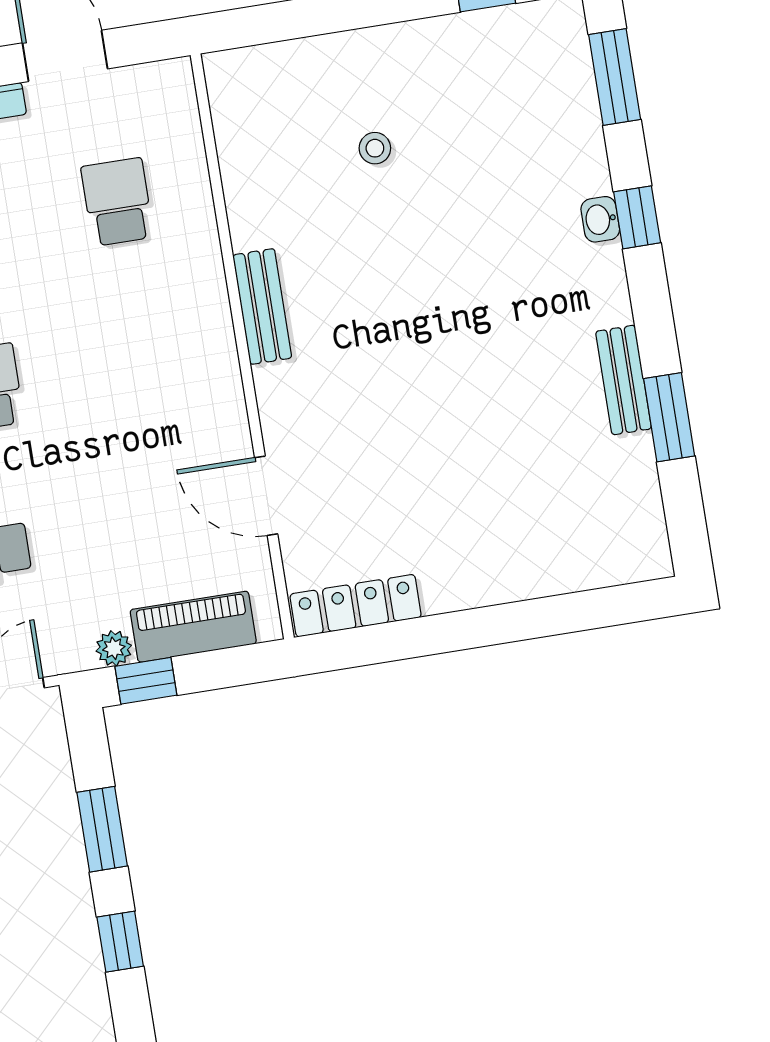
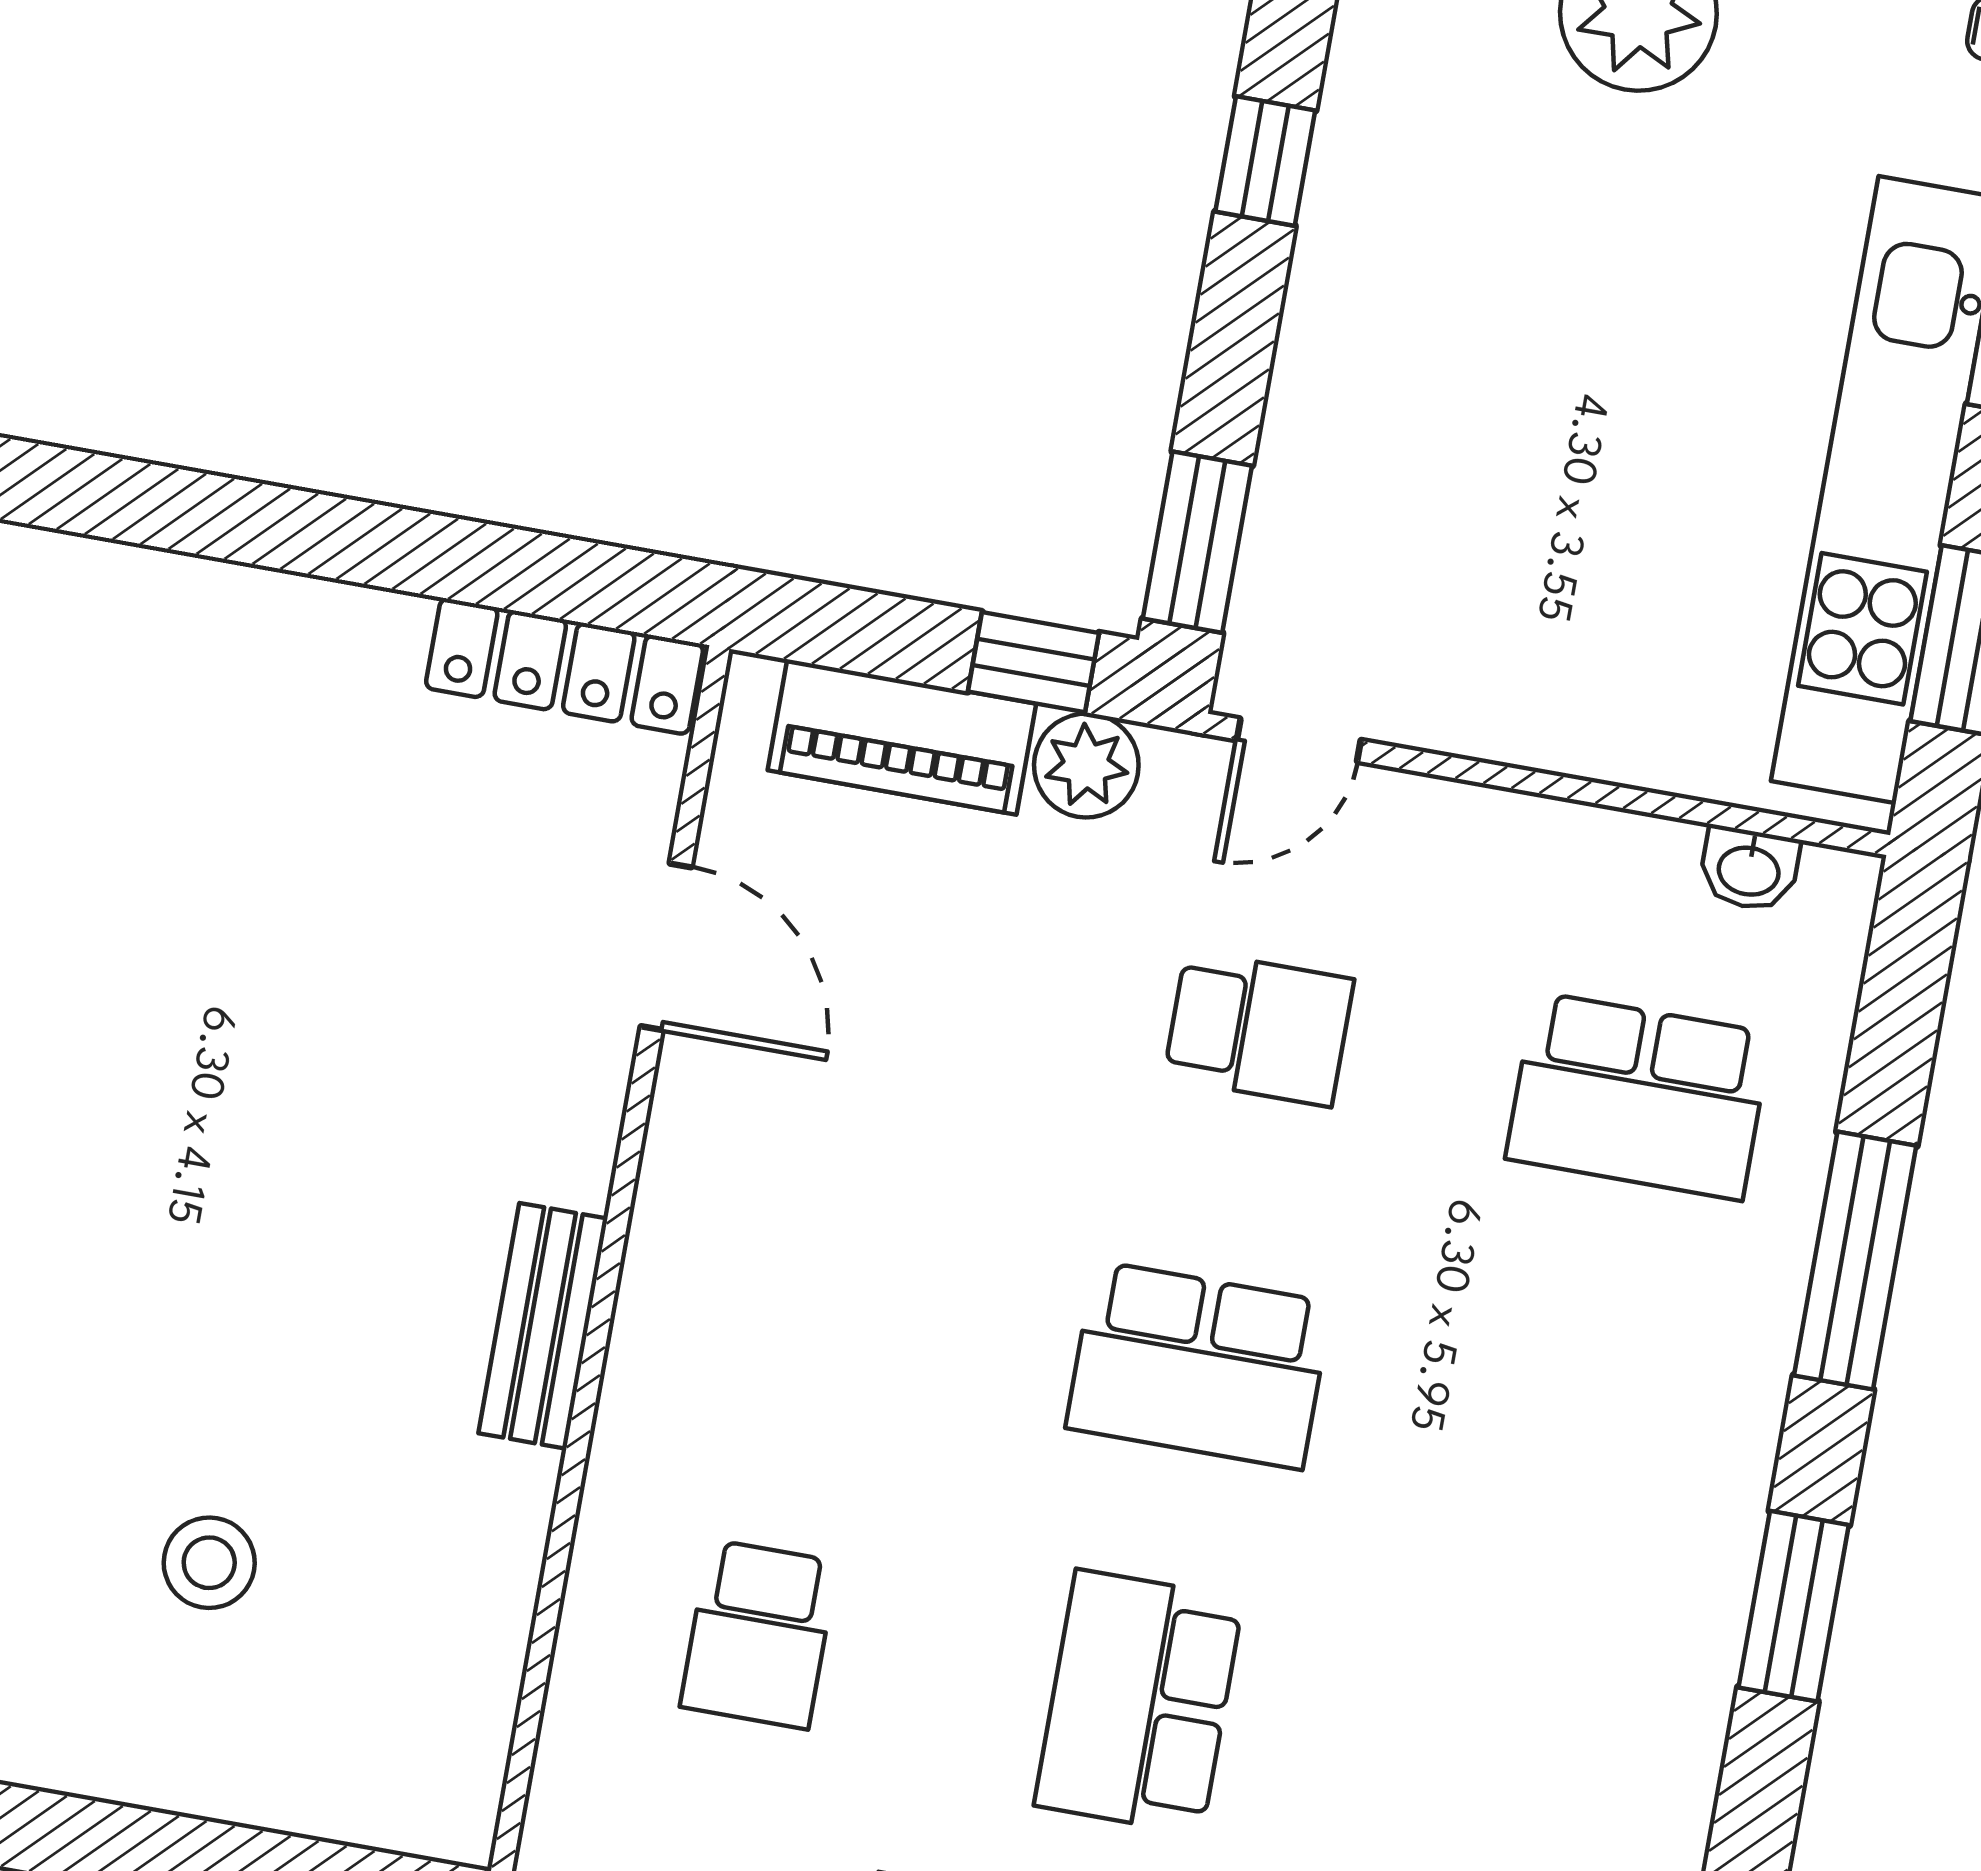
stool: (375, 148) -> (209, 1563), width x1.37, depth x1.37
plant: (114, 648) -> (1086, 765), width x1.38, depth x1.38
window: (102, 829) -> (1197, 542), moved

